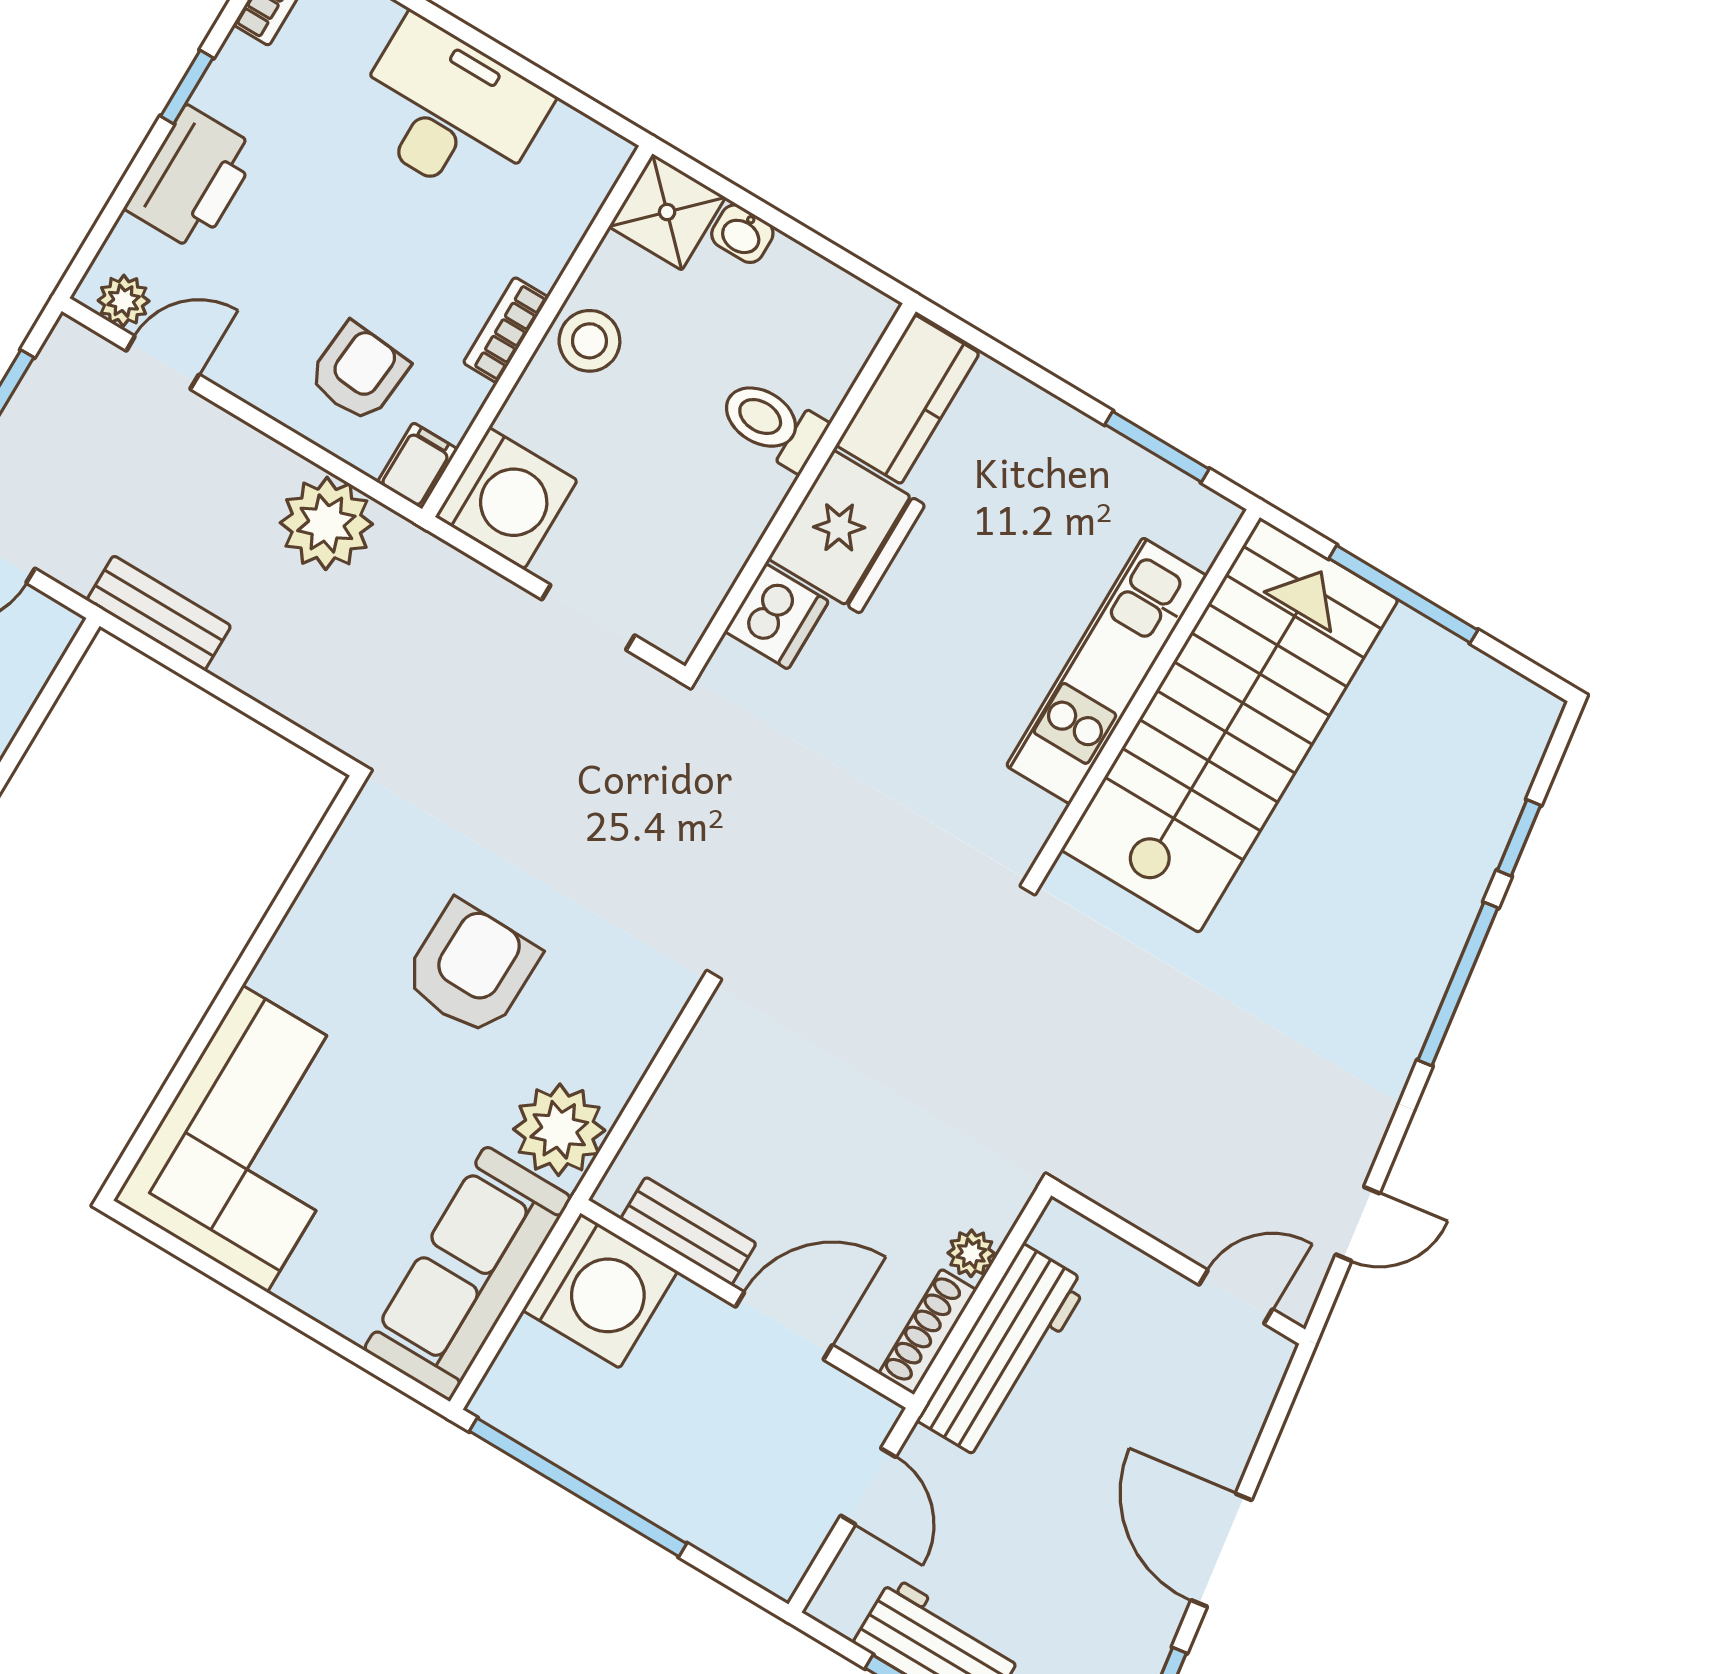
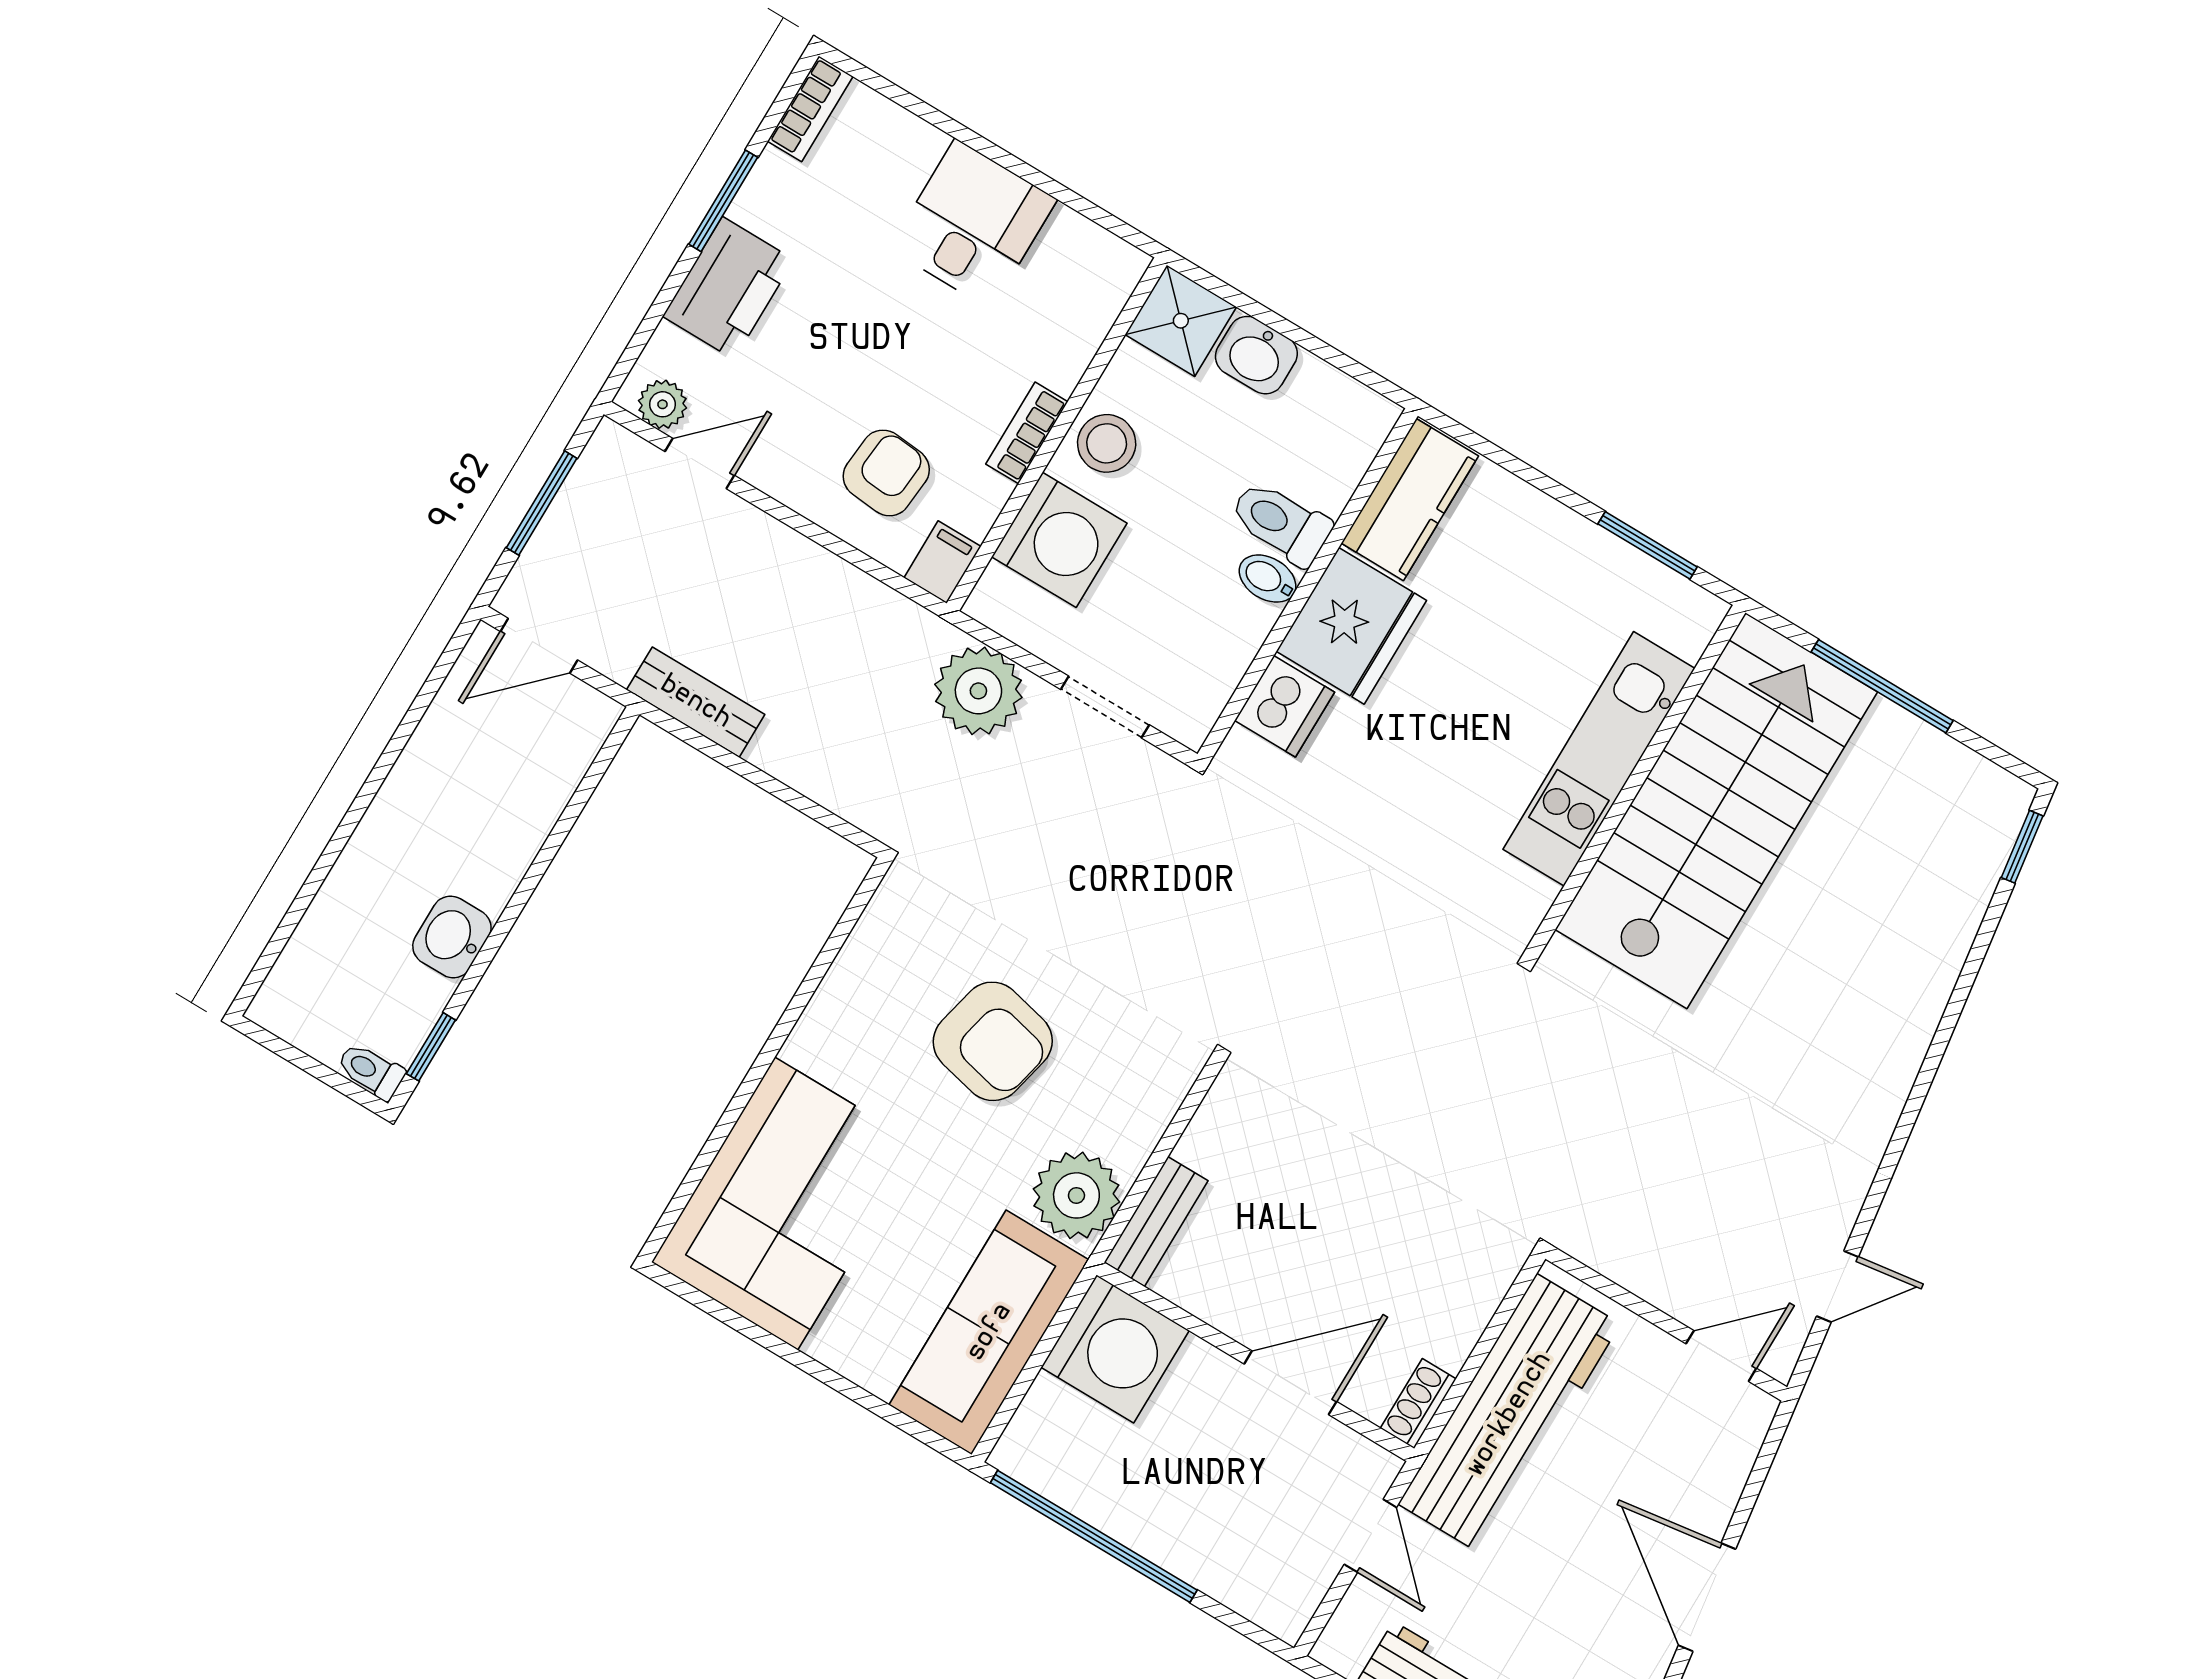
window: (187, 87) -> (723, 201), width x1.50
desk: (449, 111) -> (973, 224), width x0.73
washbasin: (742, 234) -> (1256, 355), width x1.38, depth x1.45
bidet: (759, 482) -> (1268, 579), added
washing machine: (507, 498) -> (1059, 540), moved
plant: (326, 523) -> (978, 691), moved
window: (1519, 838) -> (2022, 847), moved
armchair: (471, 968) -> (993, 1041), turned 102
window: (1458, 984) -> (1933, 1058), removed
bench: (688, 1231) -> (1156, 1222), moved, turned 90
plant: (971, 1253) -> (1469, 1314), removed
shoe rack: (928, 1332) -> (1418, 1404), width x0.70
workbench: (1003, 1352) -> (1509, 1414), width x1.36, depth x1.32

